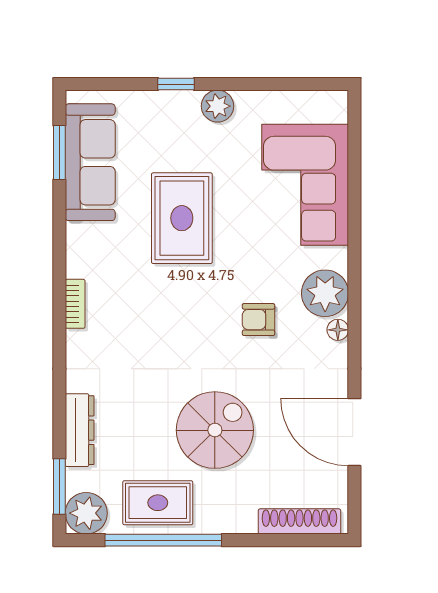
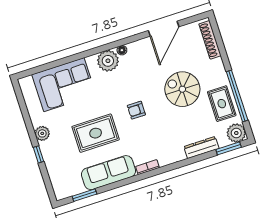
sofa: (90, 162) -> (109, 173), moved
armchair: (259, 320) -> (136, 110), moved, turned 90

